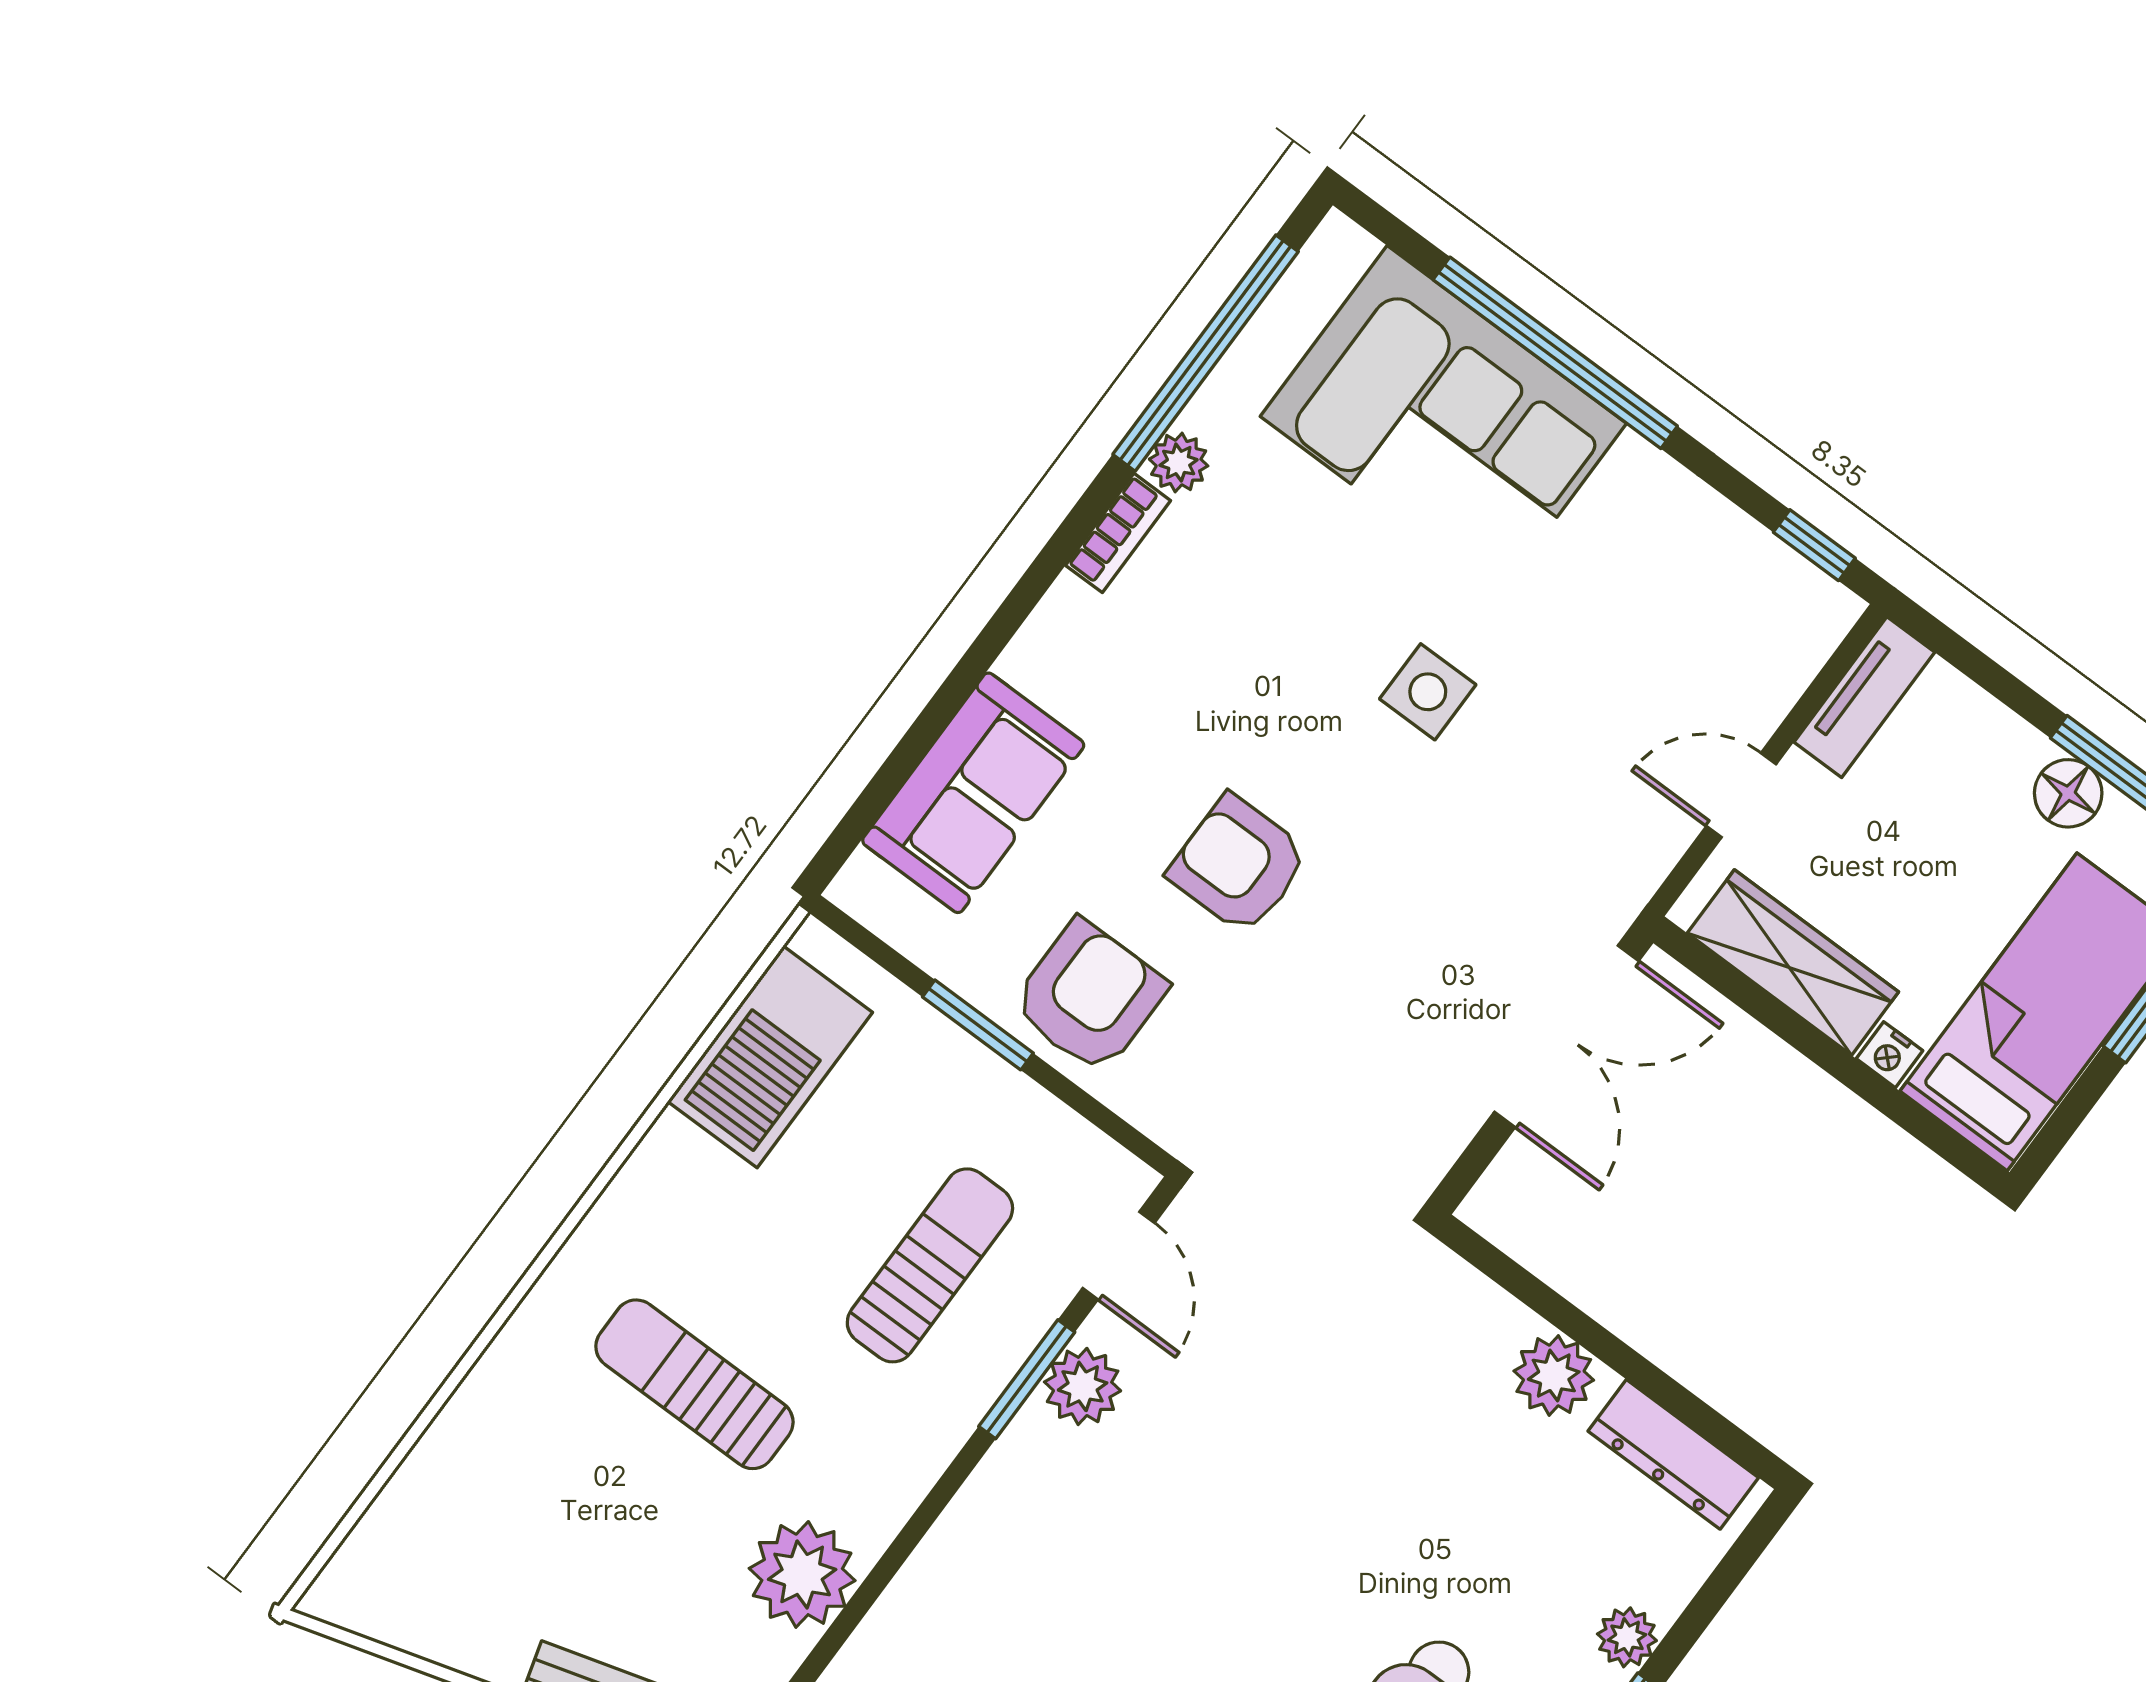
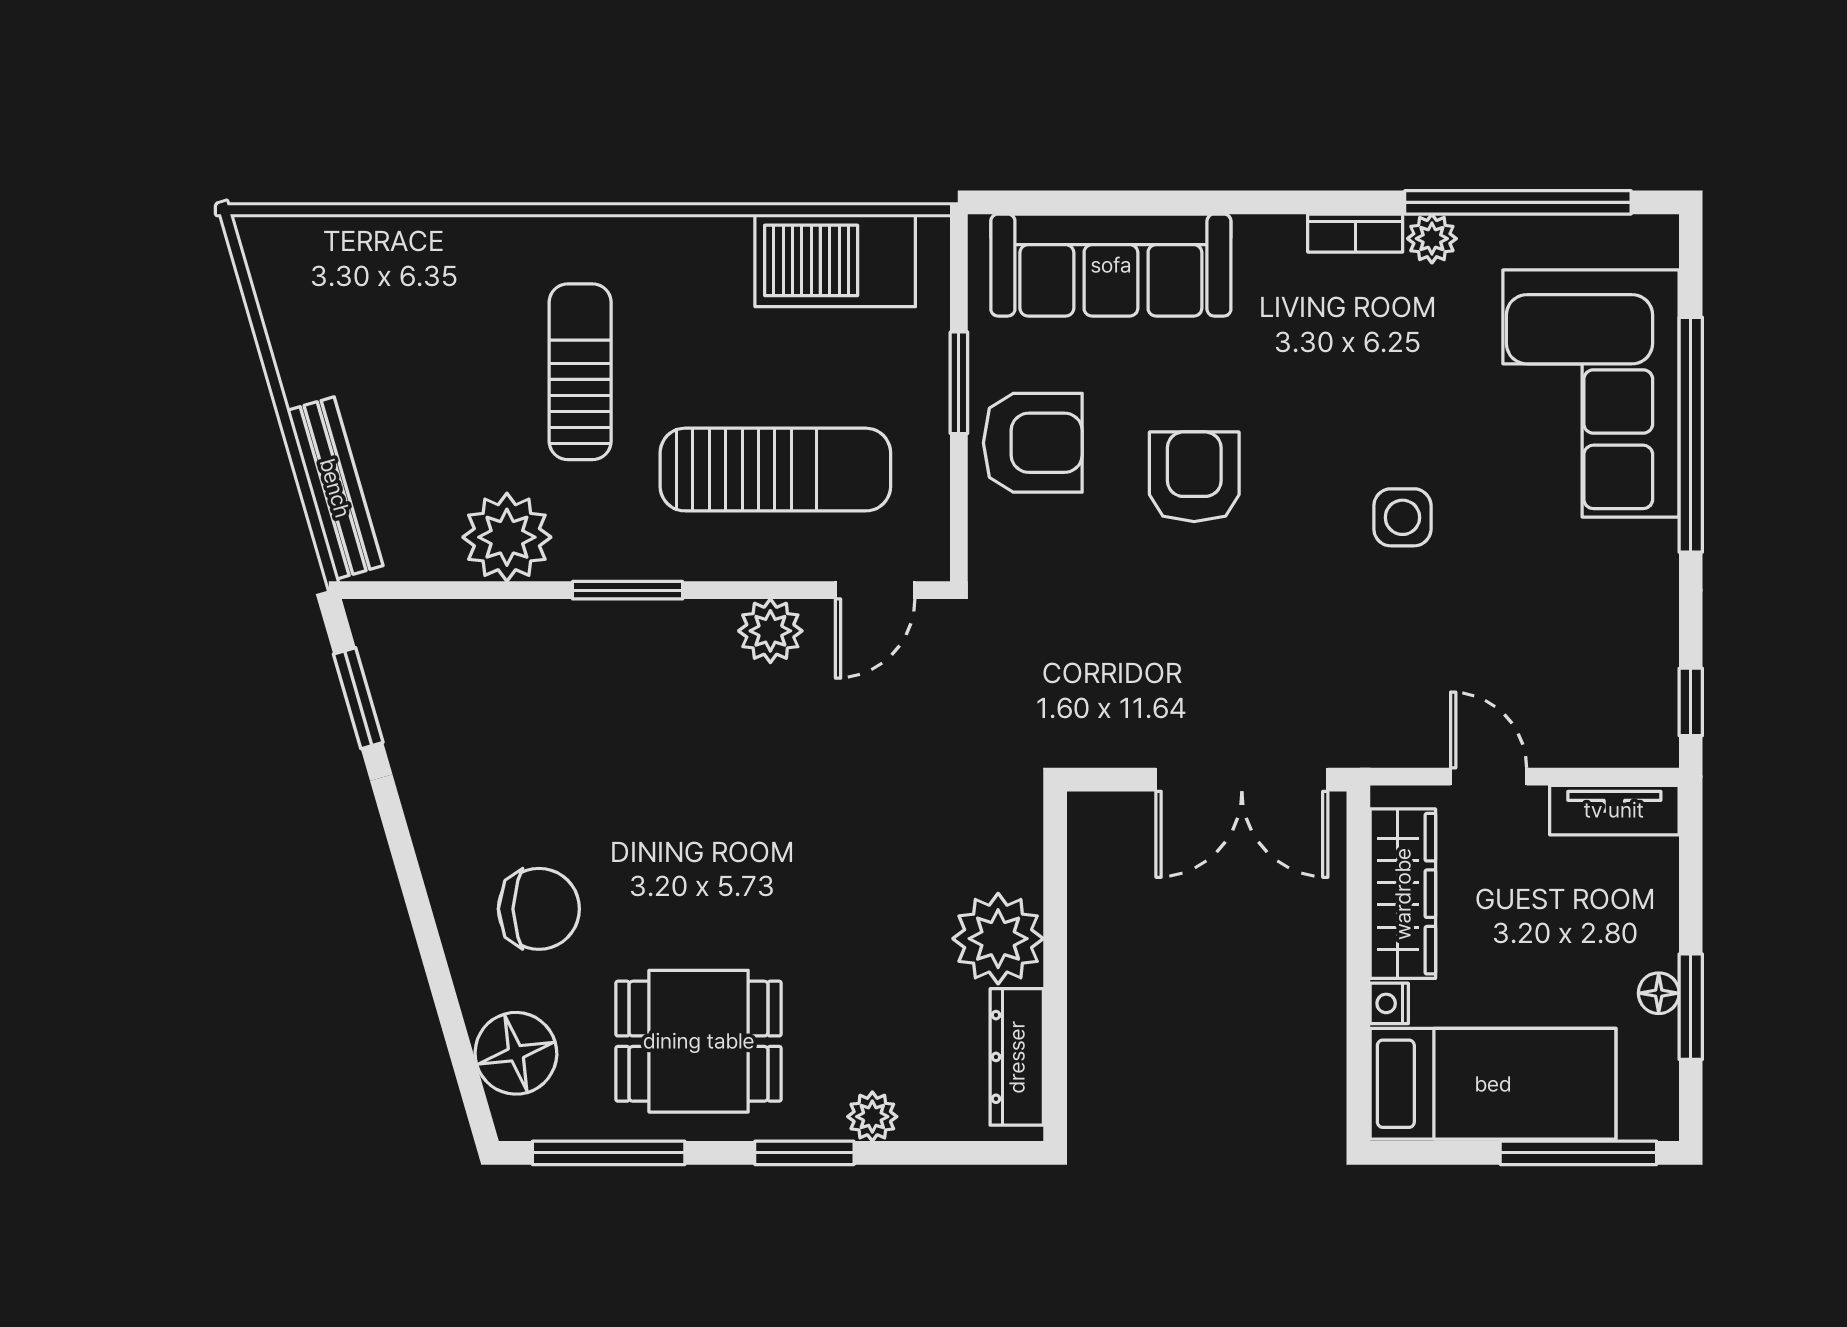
sofa: (973, 793) -> (1111, 265), width x1.36
floor lamp: (2068, 793) -> (1659, 993), width x0.73, depth x0.73
sun lounger: (930, 1265) -> (775, 470), width x1.36, depth x1.34
plant: (1554, 1376) -> (998, 939), width x1.36, depth x1.36
window: (1027, 1379) -> (628, 590), moved

